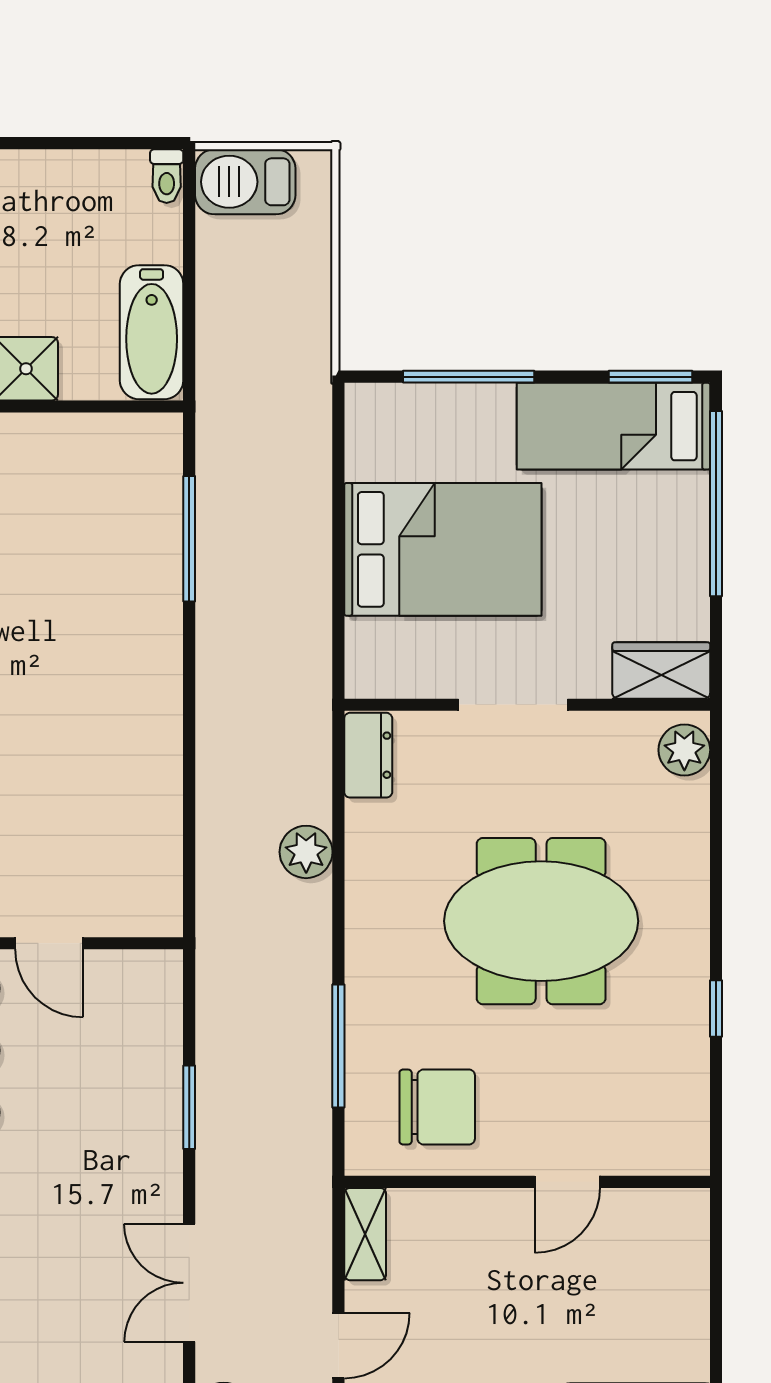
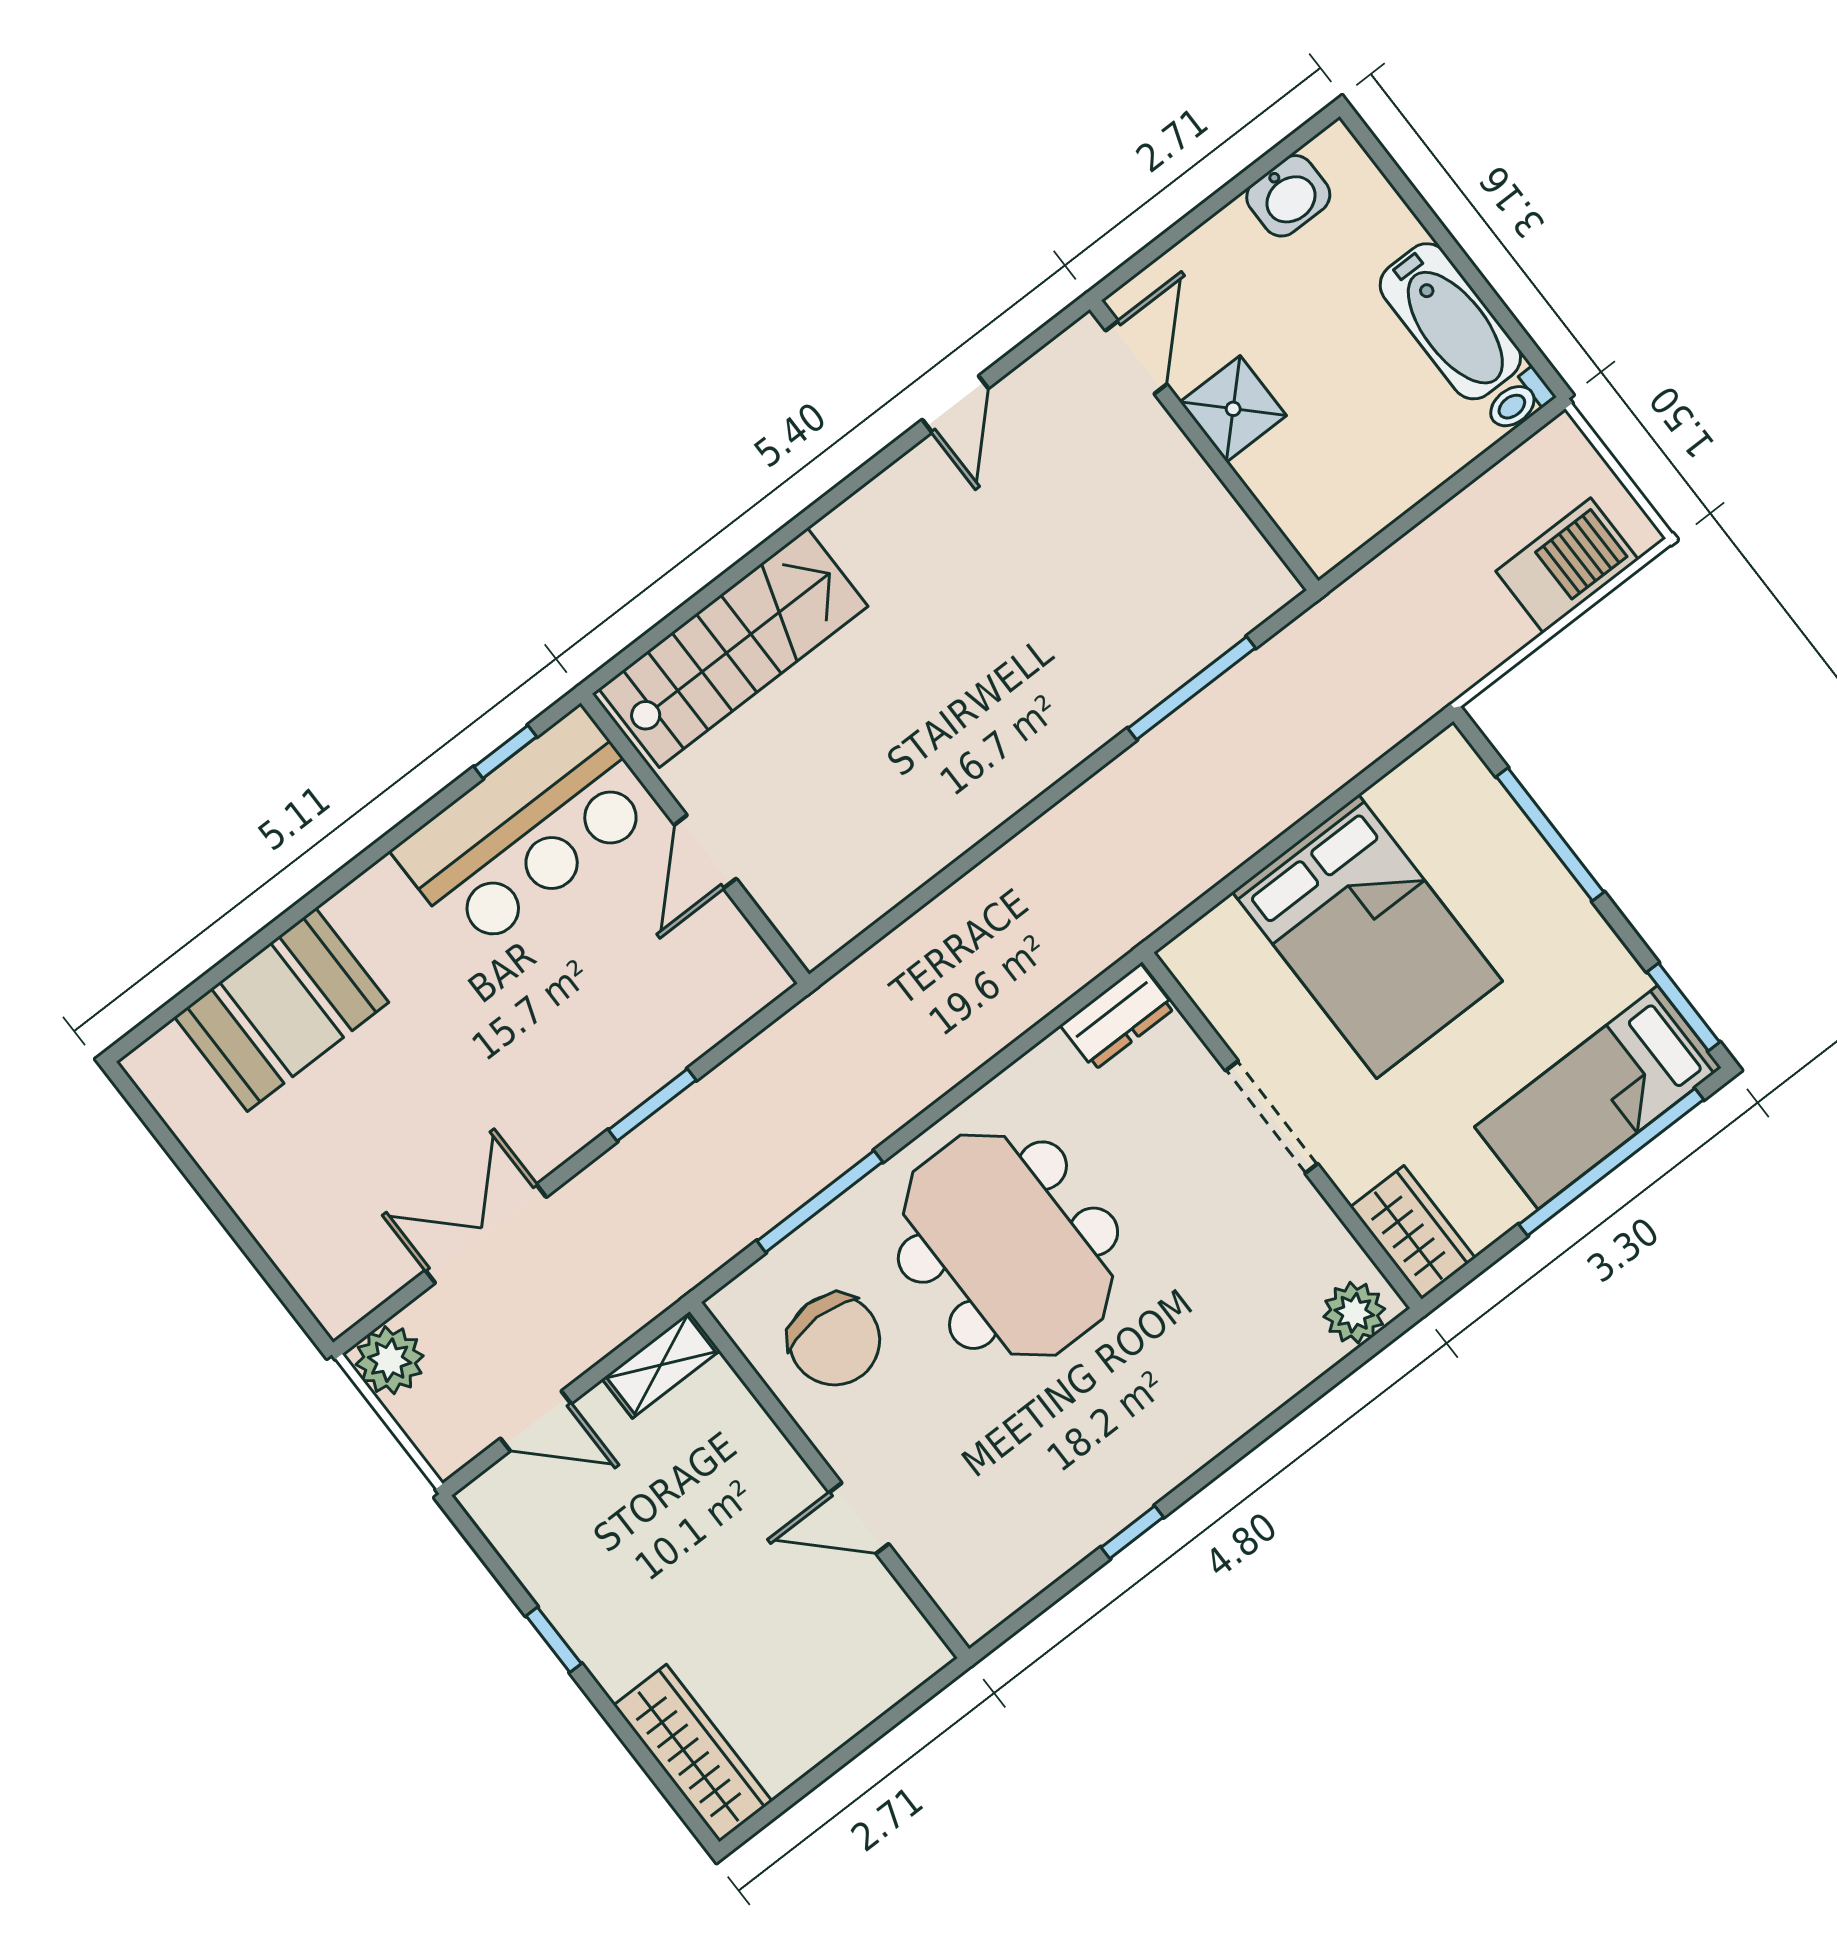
barbecue: (245, 182) -> (1567, 565), moved, turned 90
bathtub: (152, 332) -> (1450, 321), moved, turned -90
bed: (613, 426) -> (1598, 1097), moved, turned -90
plant: (306, 852) -> (980, 1029), removed
meeting table: (541, 921) -> (1008, 1245), moved

